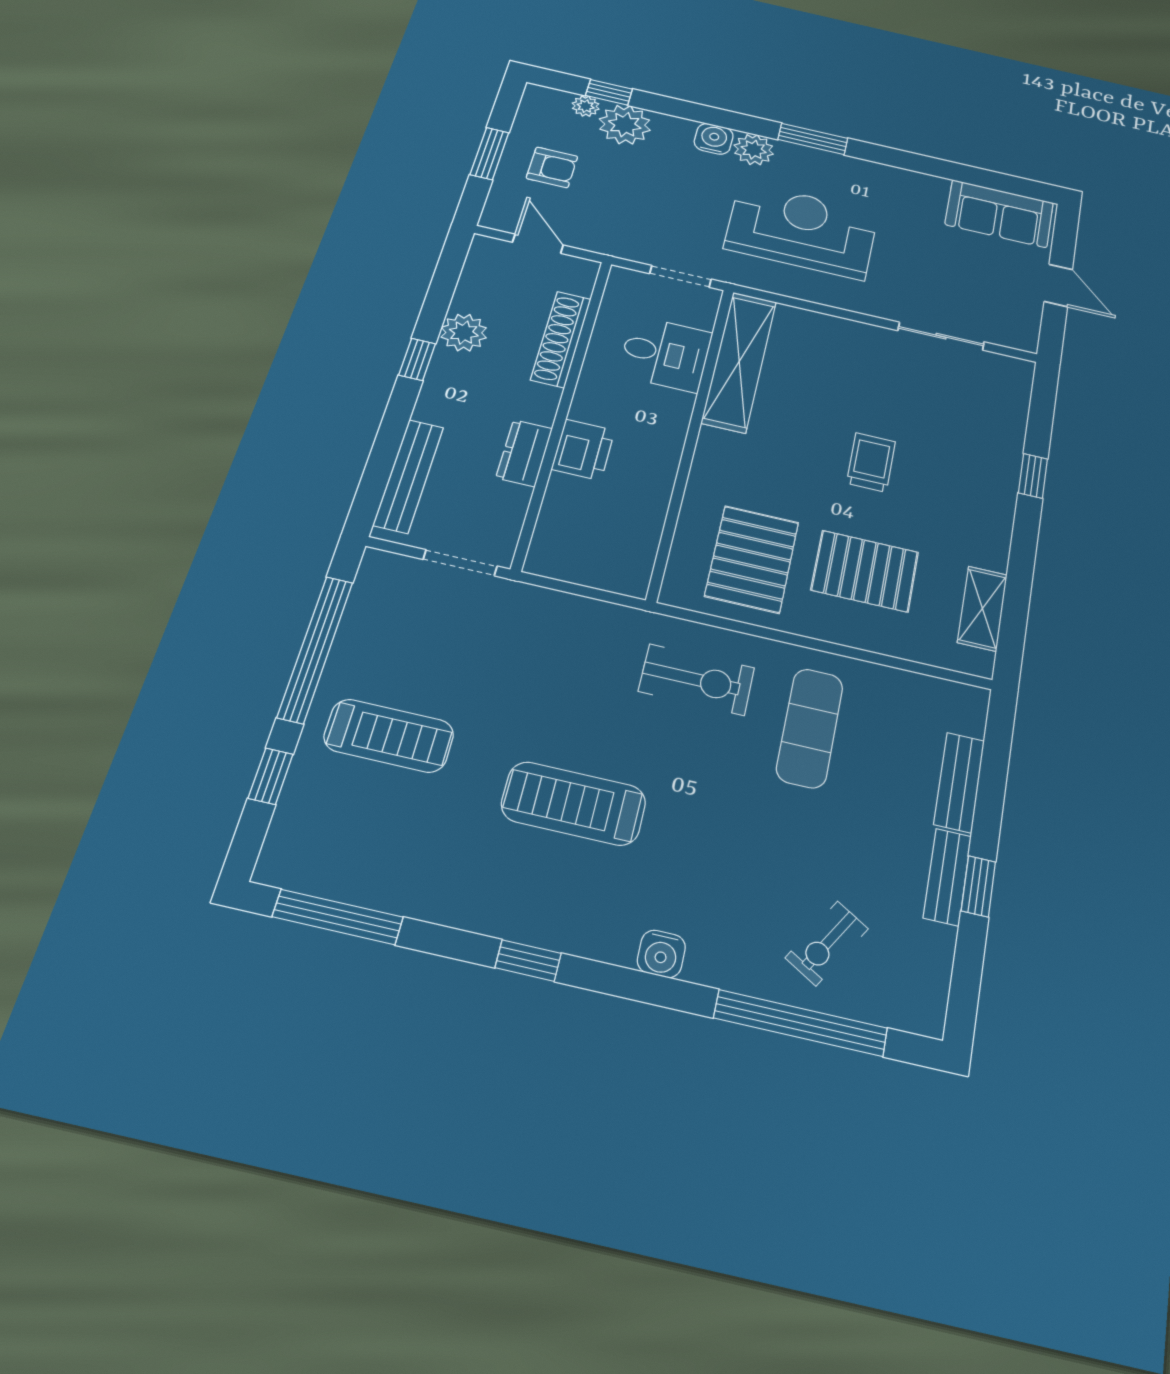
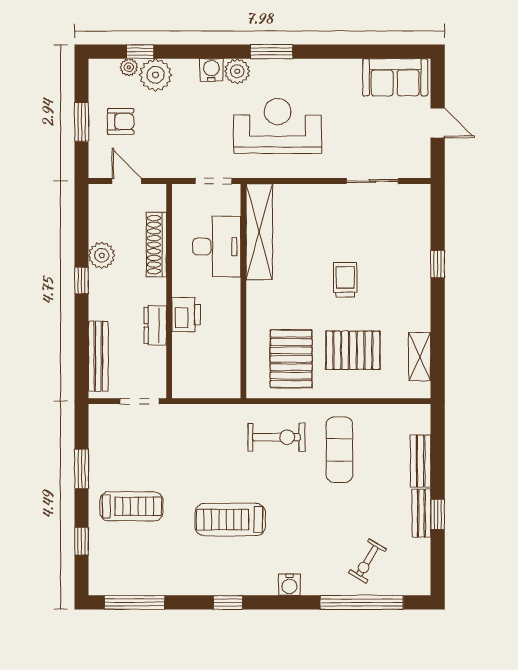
desk: (665, 354) -> (217, 247), width x1.37
window: (315, 649) -> (82, 469), width x0.47

